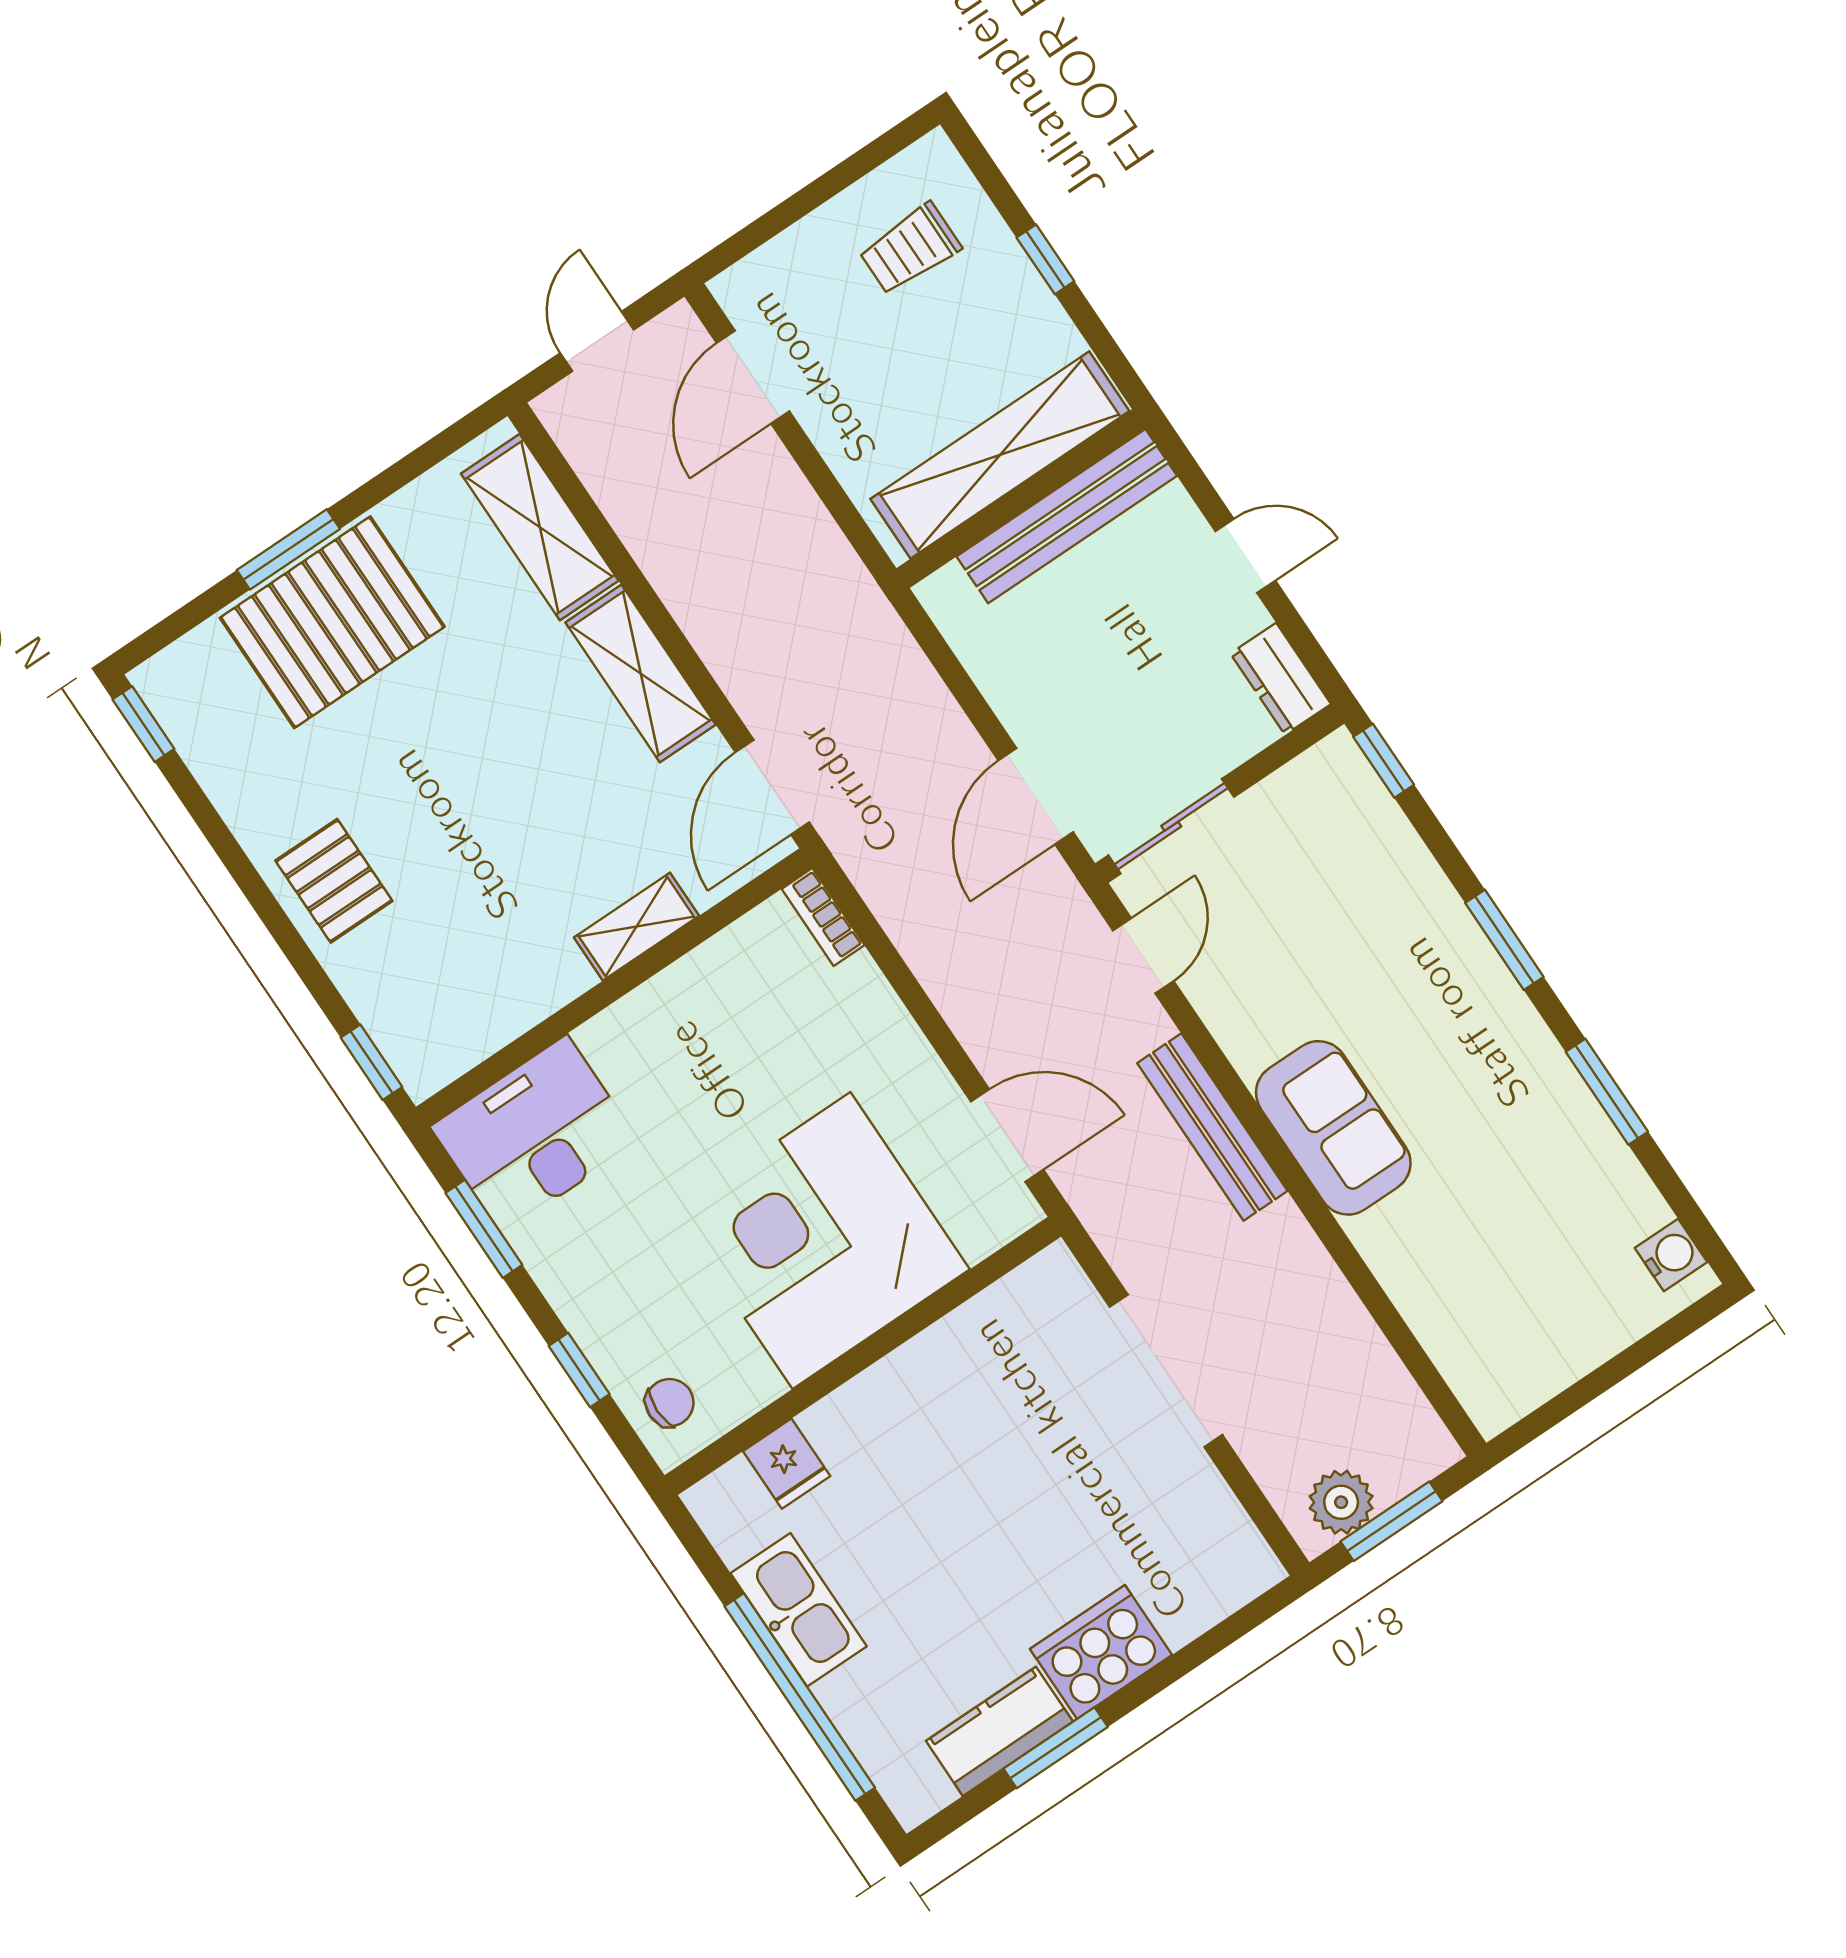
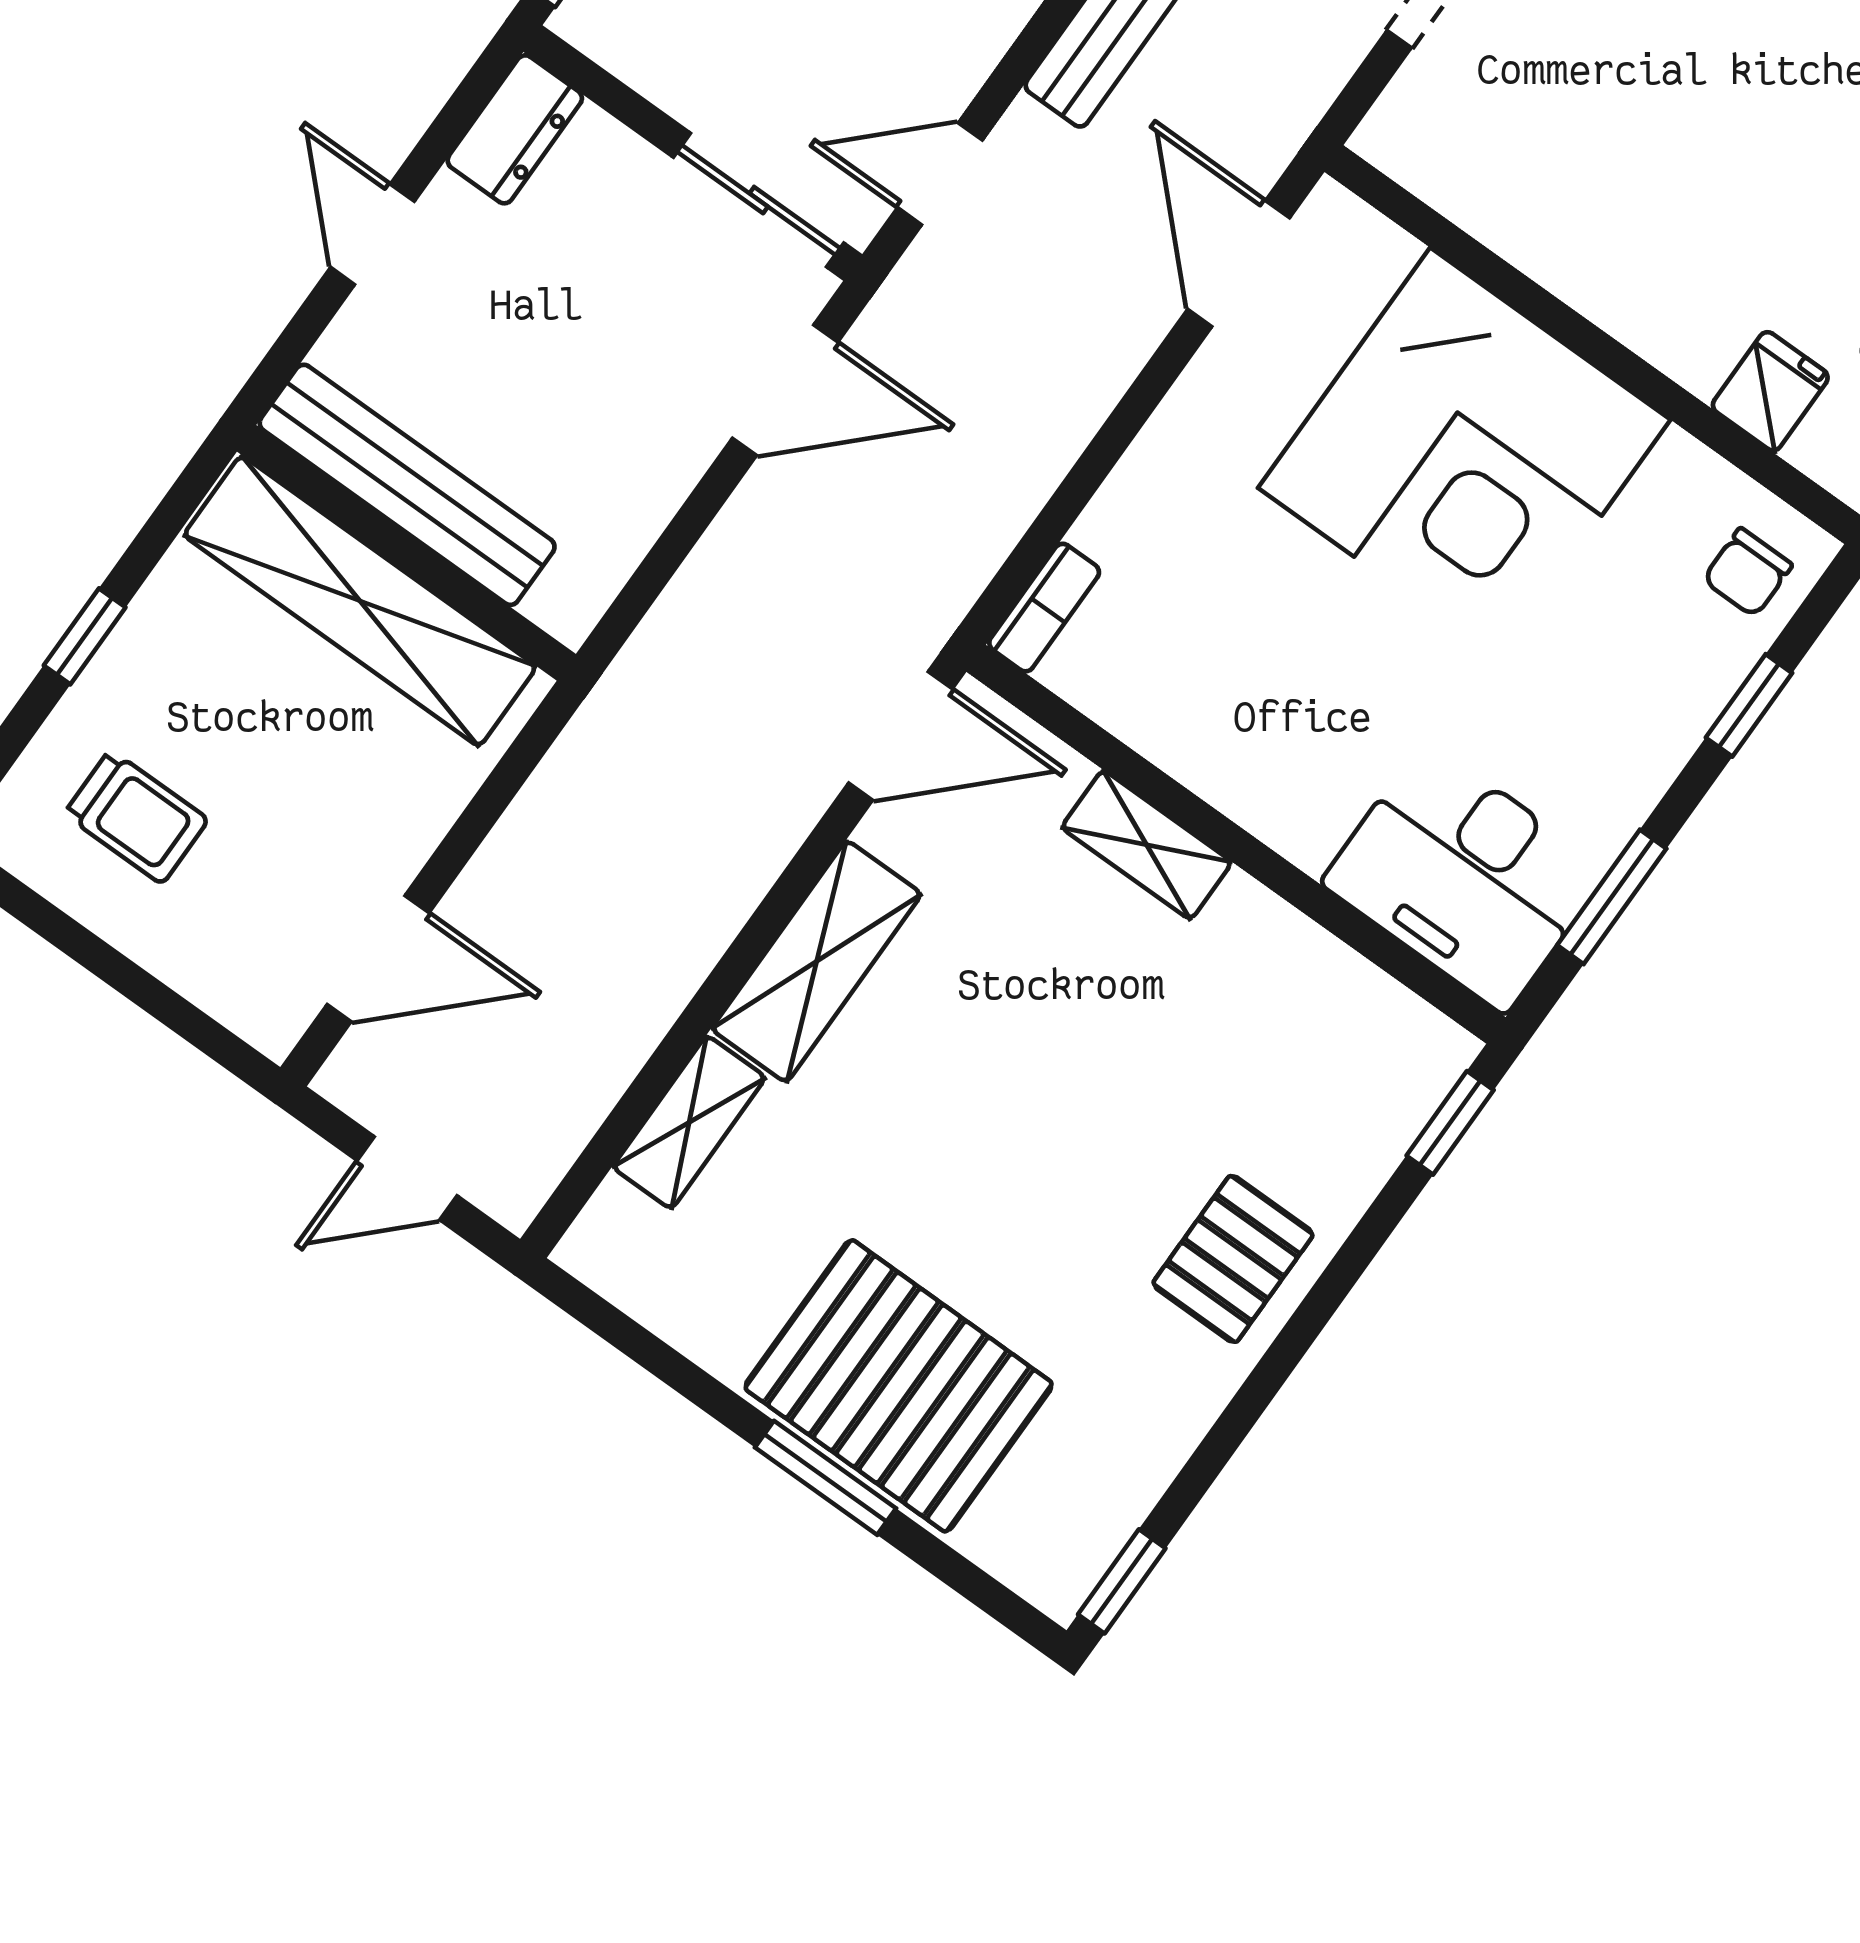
shelving: (540, 527) -> (689, 1122), width x0.67, depth x0.75
chair: (670, 1403) -> (1748, 572), turned -90

